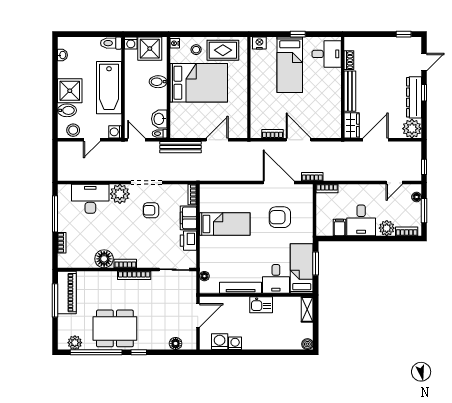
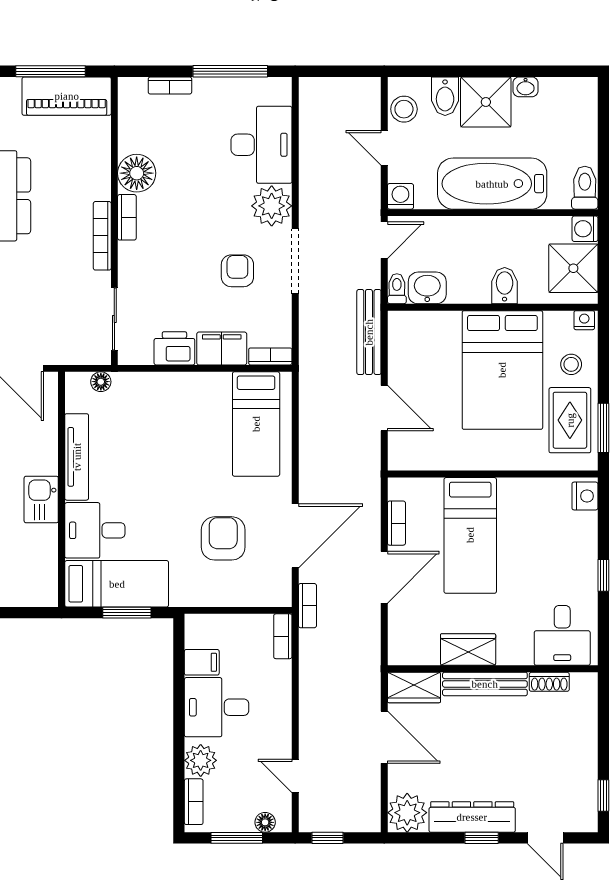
window: (227, 34) -> (603, 428), added
washbasin: (62, 55) -> (526, 87), moved
bed: (290, 65) -> (470, 535), moved, turned -90
wardrobe: (333, 99) -> (468, 650), added
bed: (225, 224) -> (256, 424), moved
shelving: (307, 309) -> (32, 595), removed

